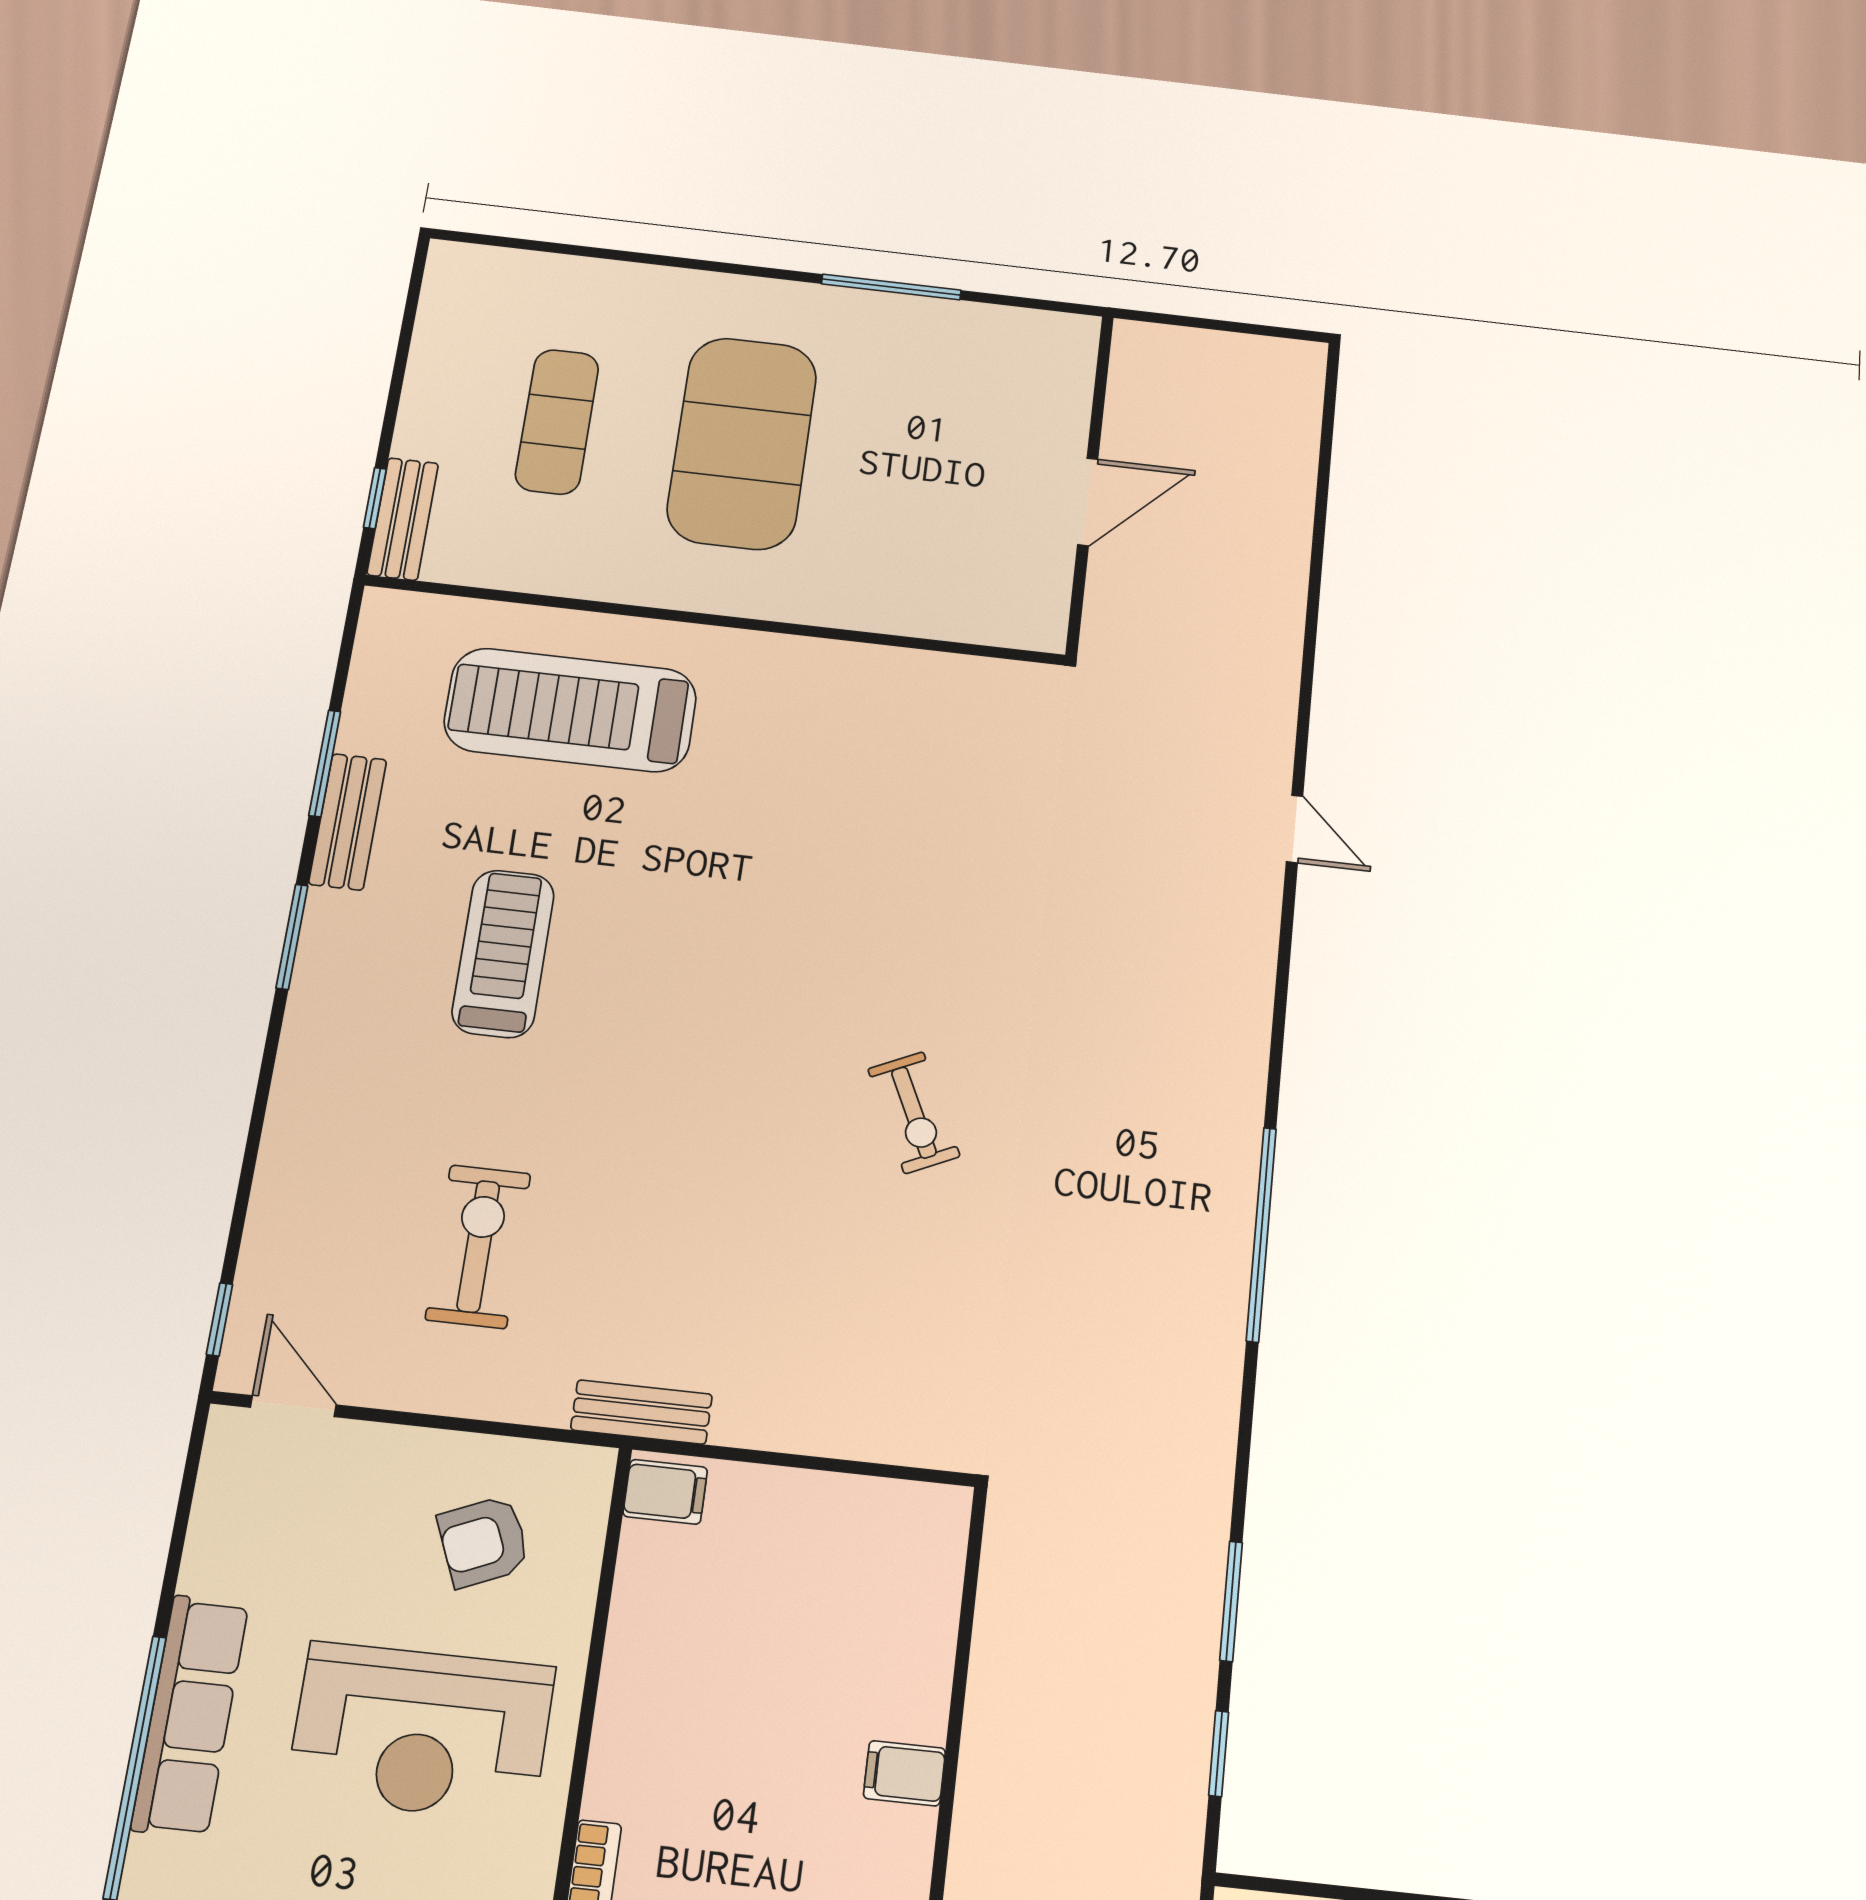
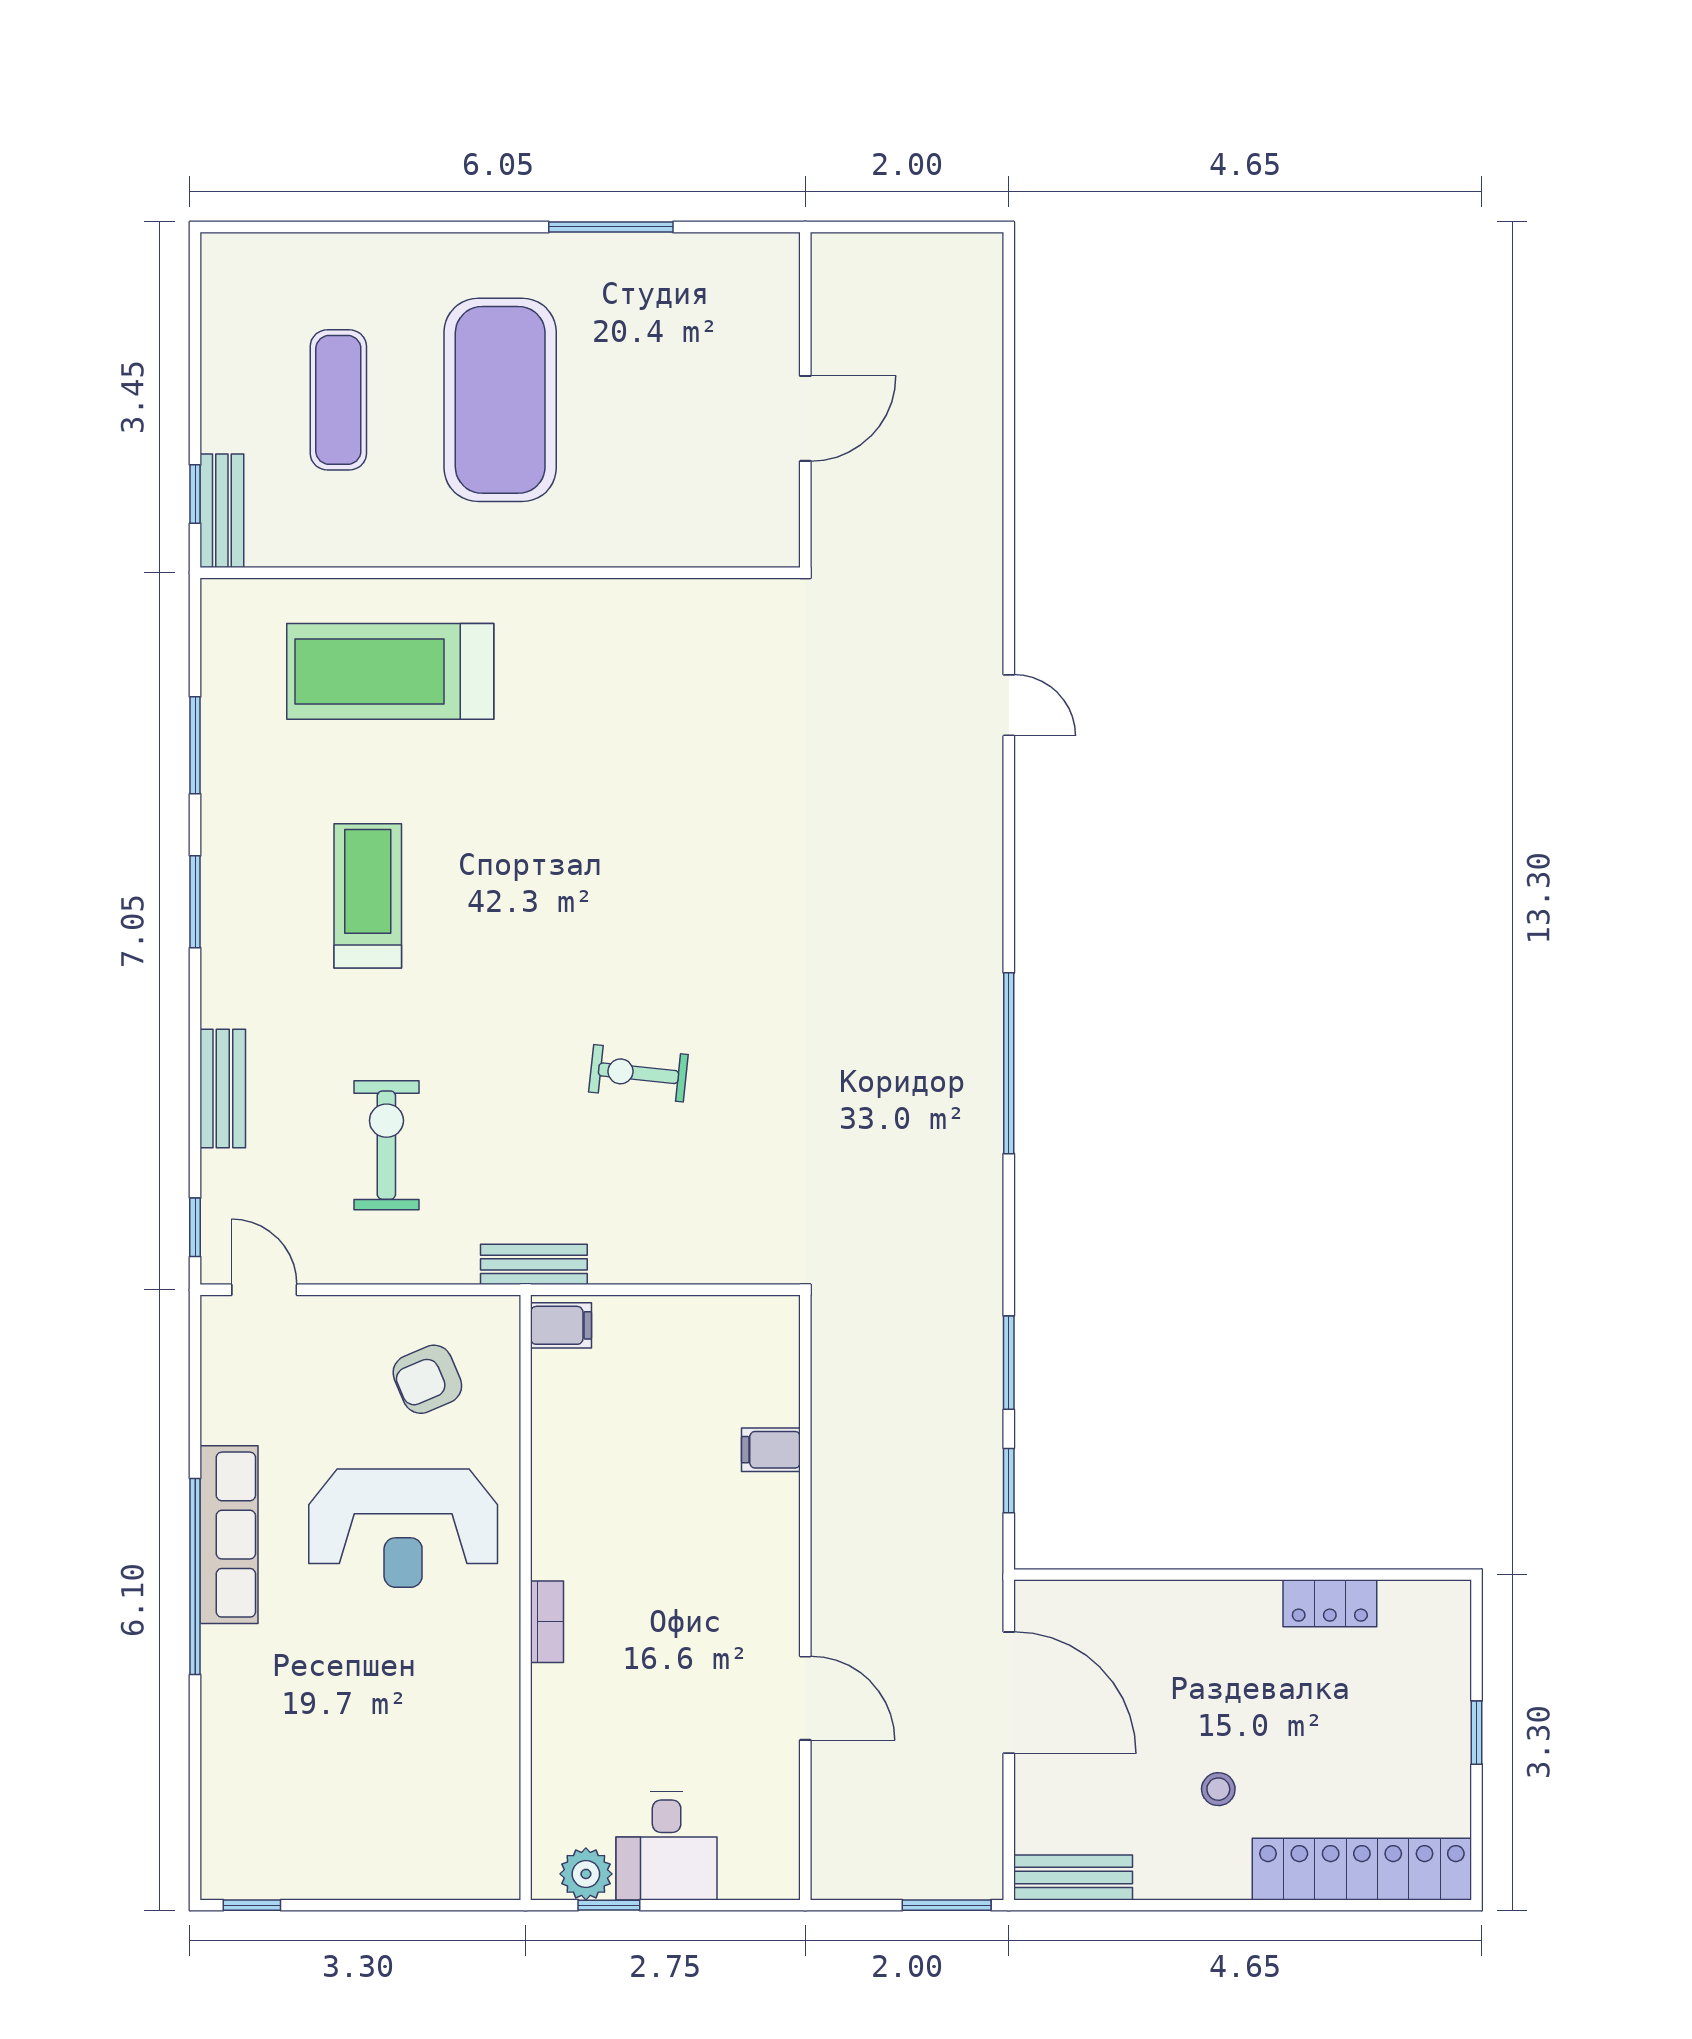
bench: (348, 822) -> (223, 1089), moved
exercise bike: (914, 1113) -> (638, 1073), moved, turned 121
filing cabinet: (904, 1773) -> (771, 1450), moved

